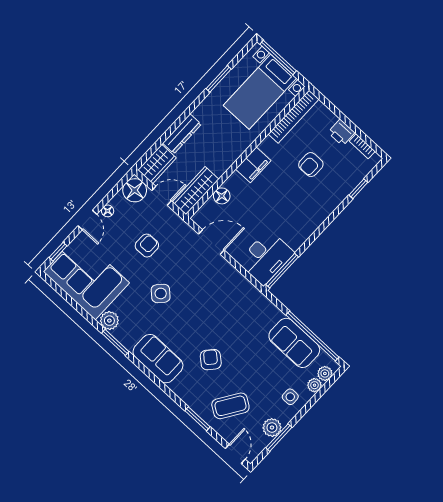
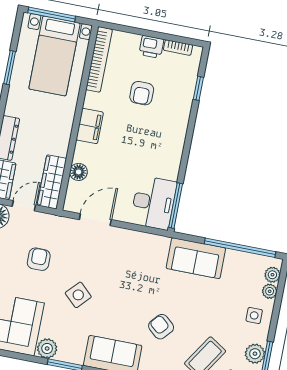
sofa: (294, 343) -> (196, 258), moved

